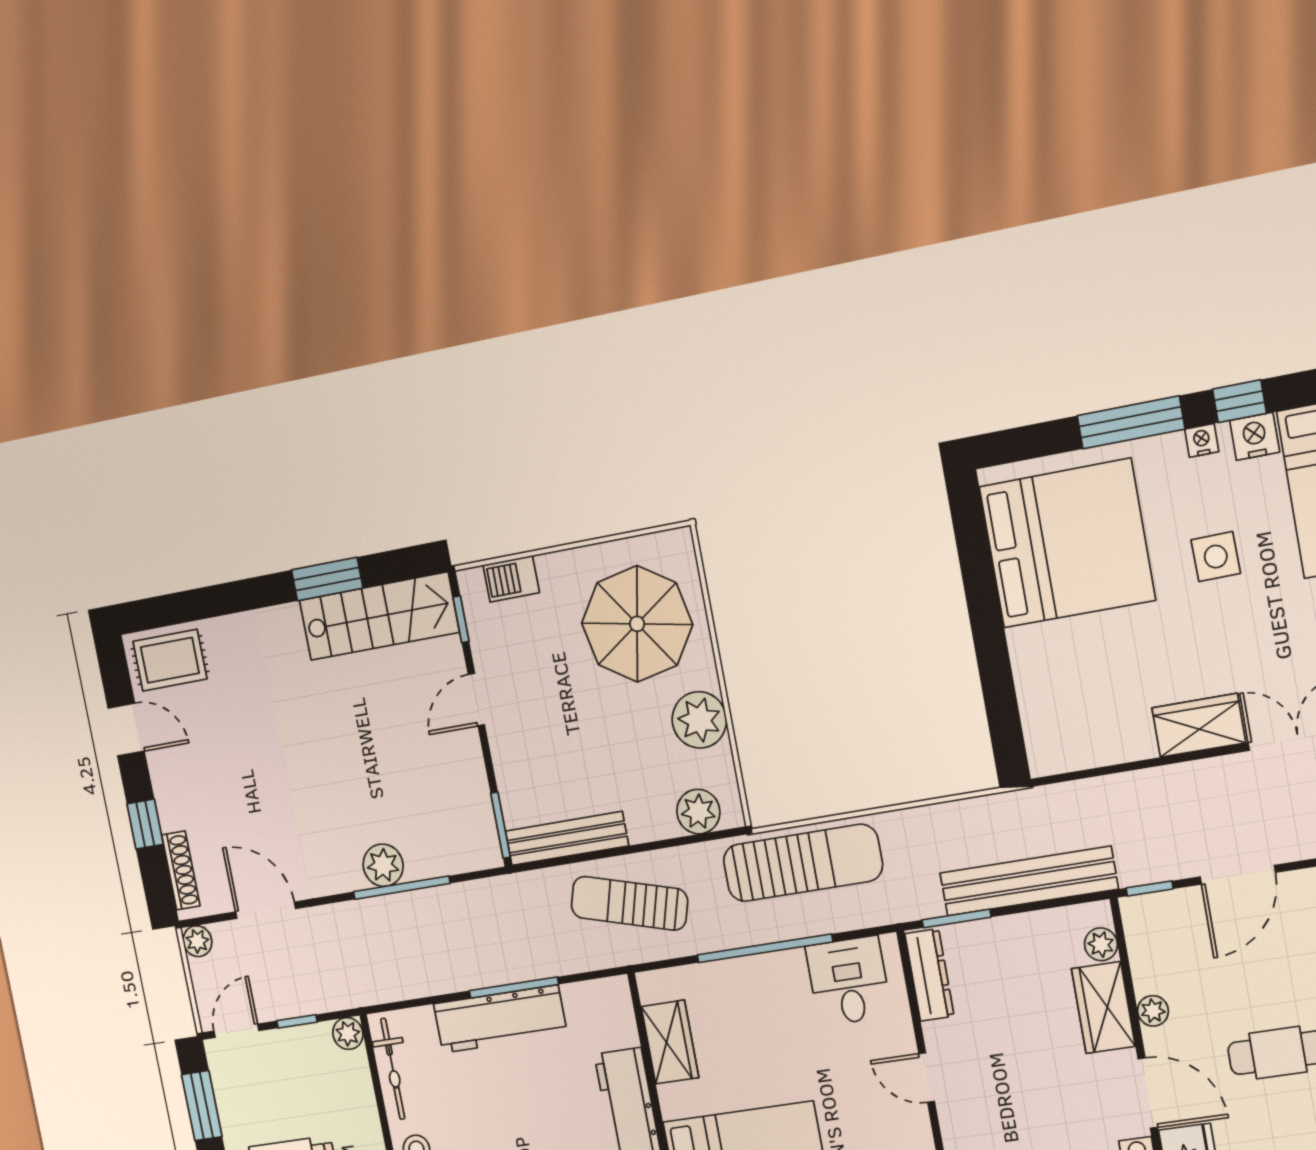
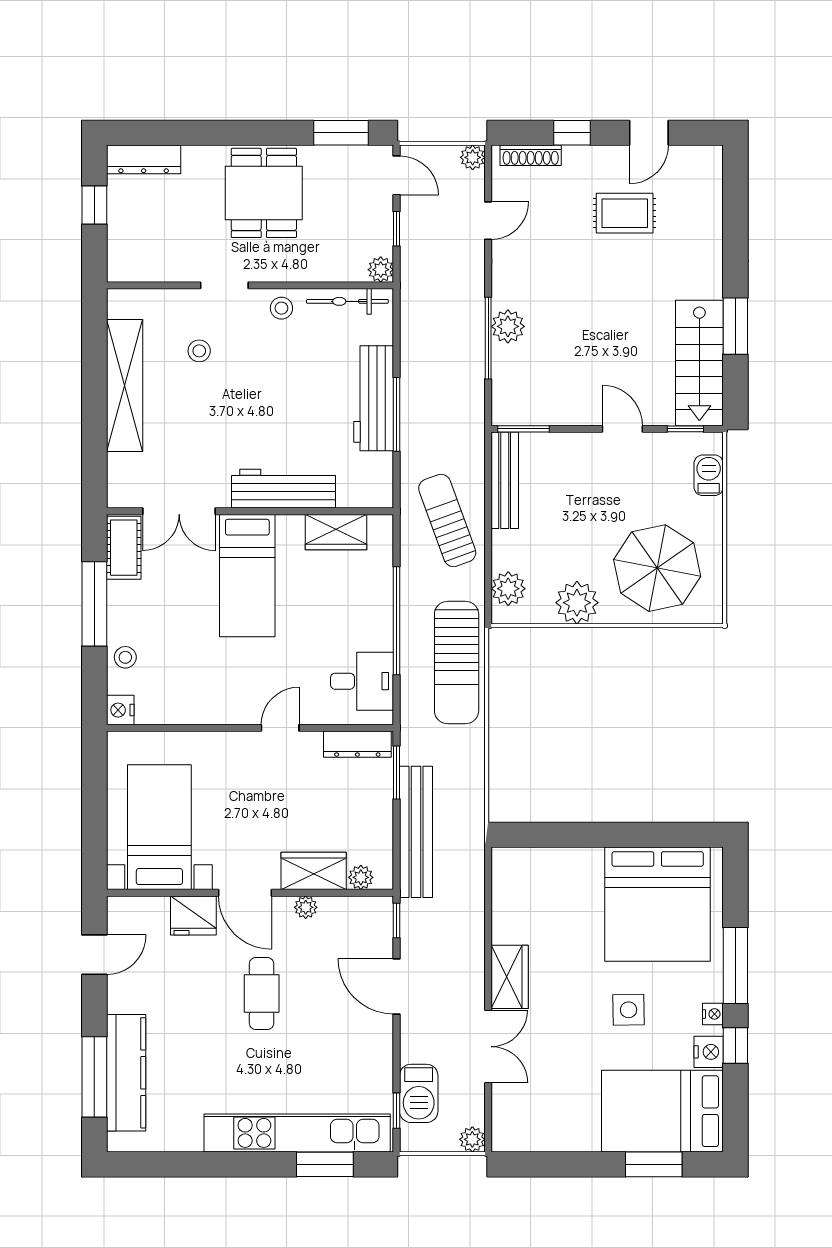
rug: (170, 660) -> (625, 213), moved, turned 90
sun lounger: (629, 903) -> (447, 520), turned -36
door: (265, 910) -> (488, 221), width x0.73
door: (1148, 1093) -> (245, 893), hinge flipped

